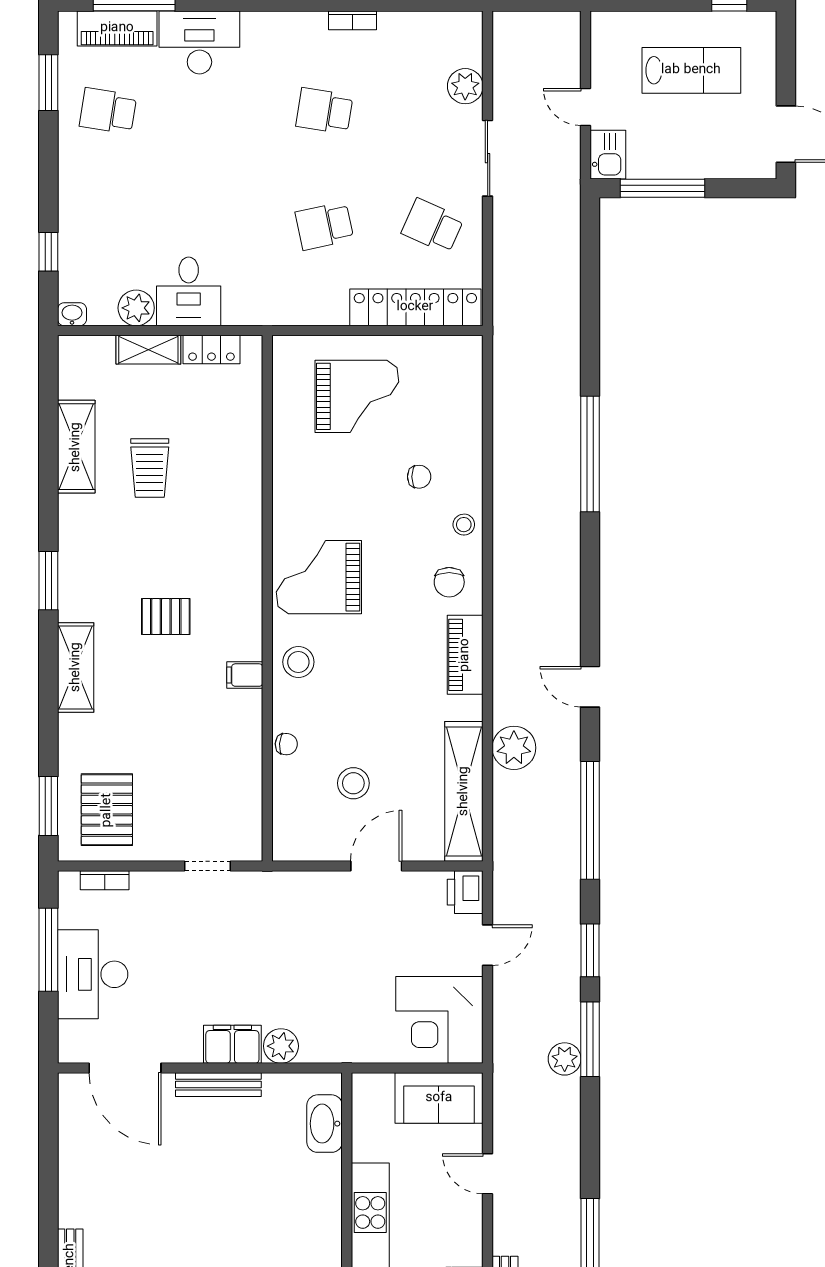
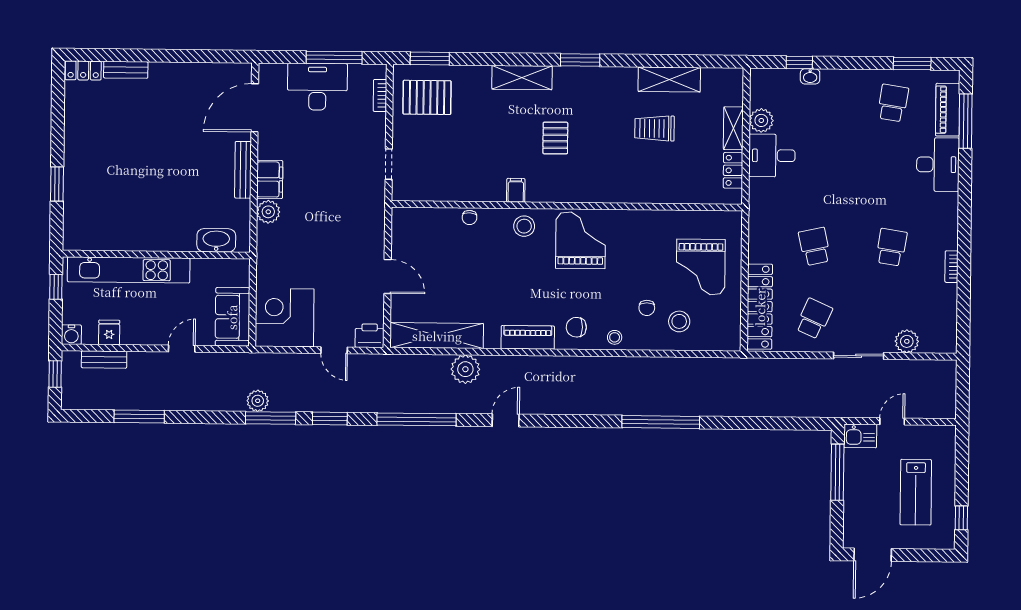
washbasin: (72, 314) -> (810, 76), moved, turned 90
stool: (353, 783) -> (679, 321), moved

